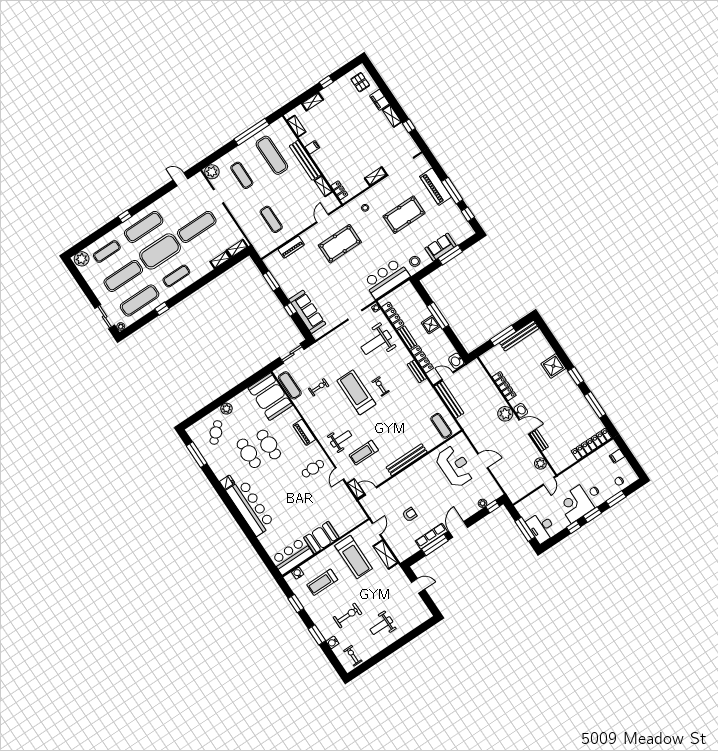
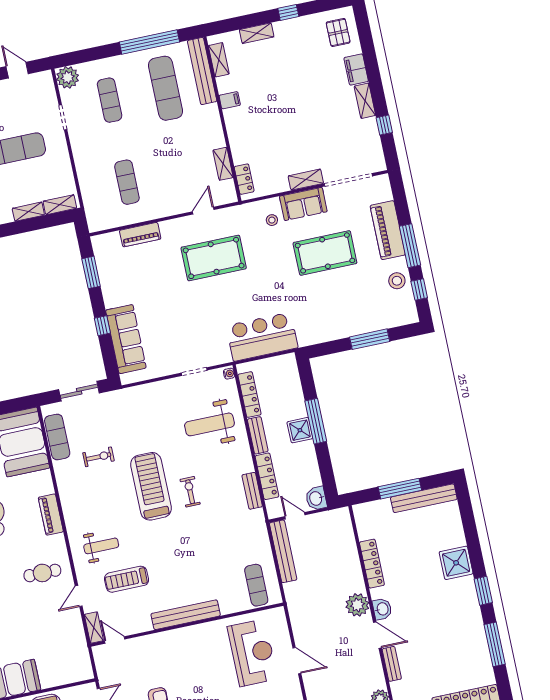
bench: (305, 160) -> (202, 71), moved
sofa: (441, 247) -> (303, 204), moved, turned 180
stool: (415, 261) -> (397, 281), moved

